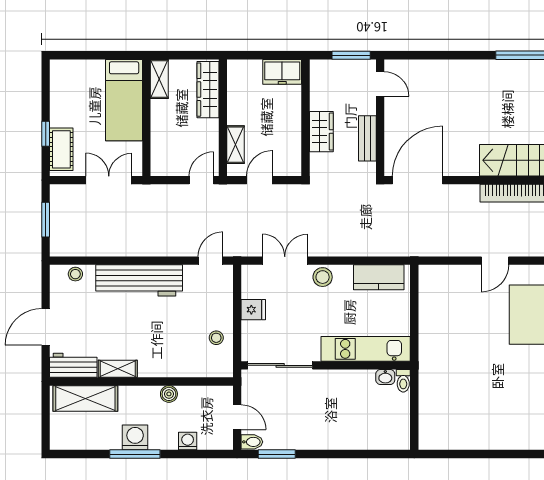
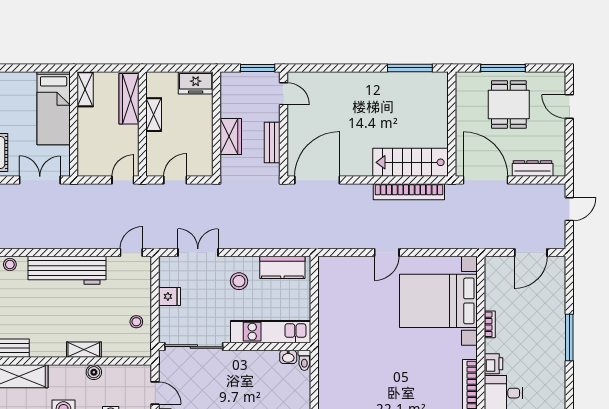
shelving: (236, 145) -> (154, 115), moved
stool: (323, 277) -> (239, 281), moved
shelving: (118, 369) -> (84, 350), moved

